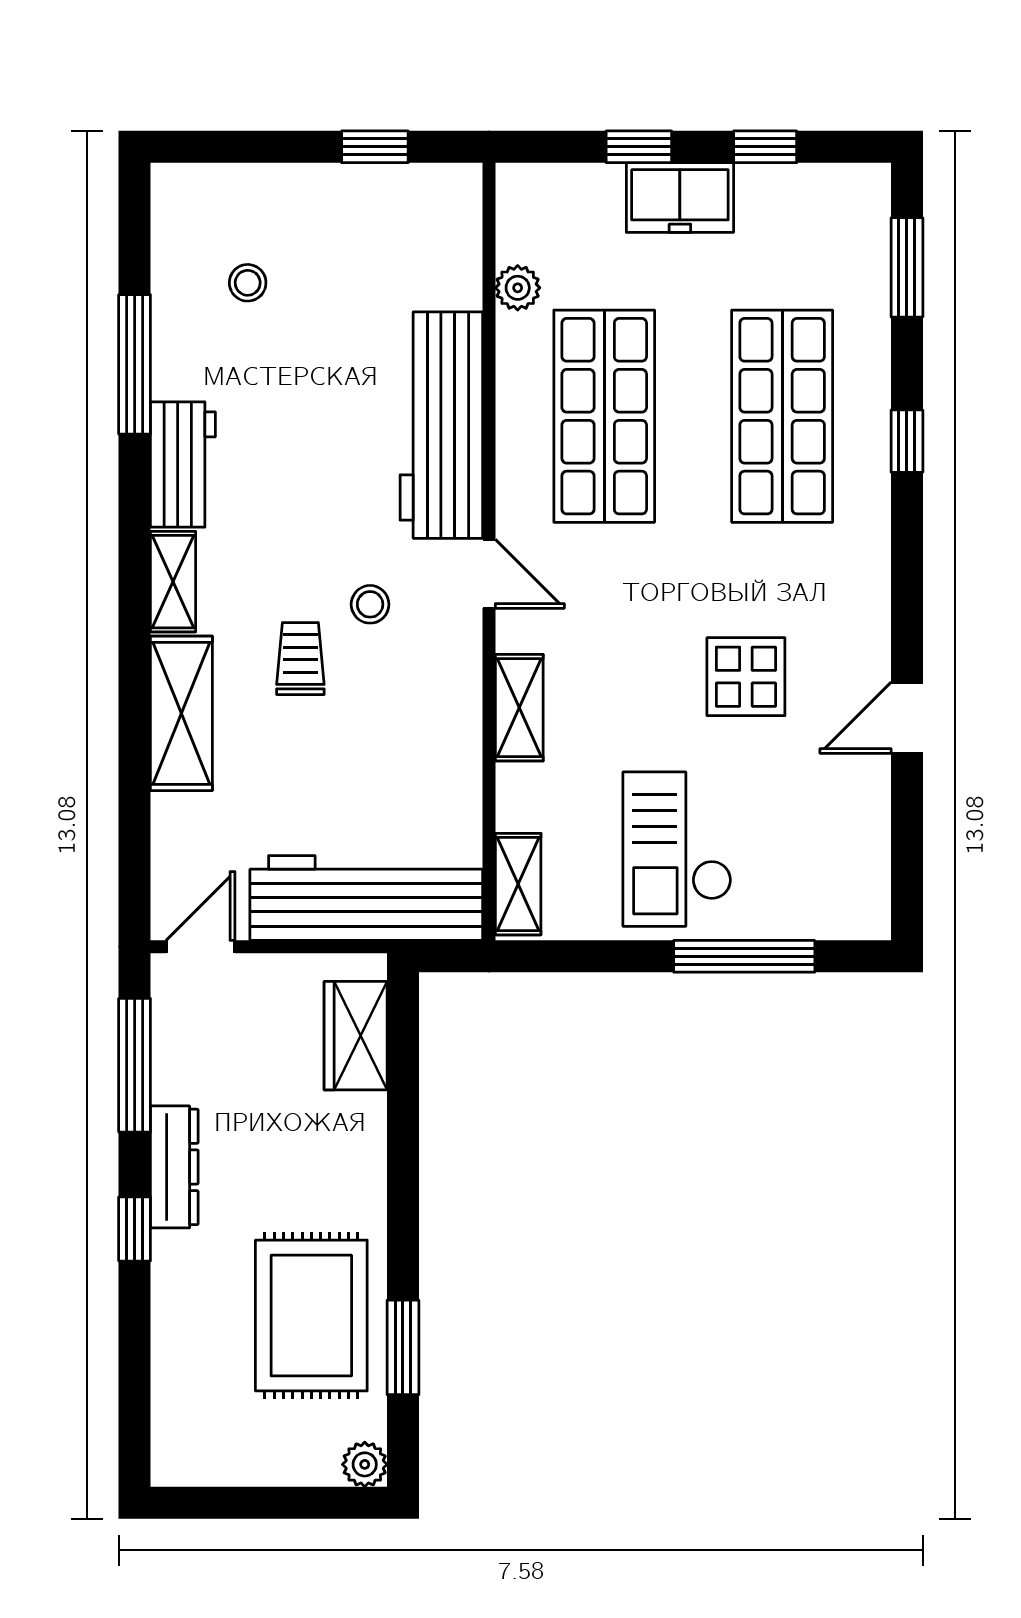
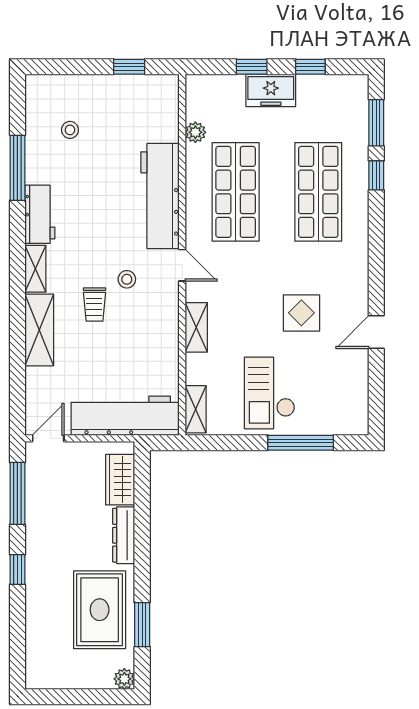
window: (907, 441) -> (376, 175), moved
trolley: (300, 659) -> (94, 304), turned 180
dresser: (174, 1167) -> (124, 535), moved, turned 180

